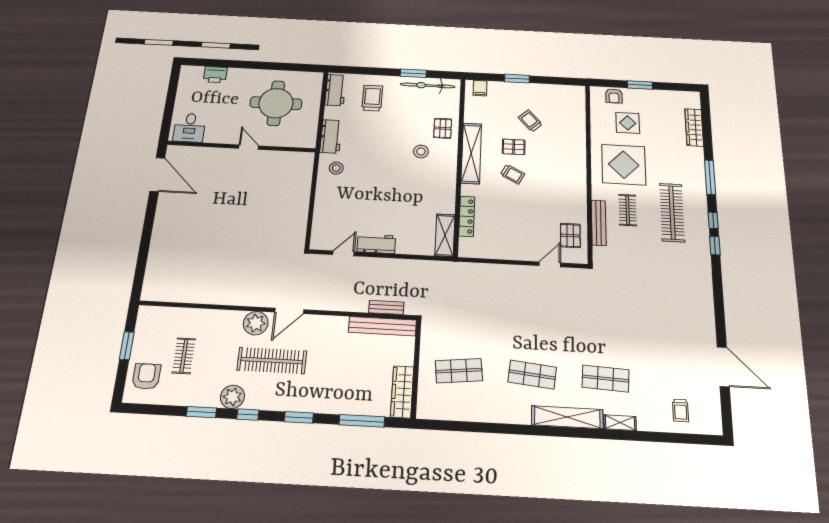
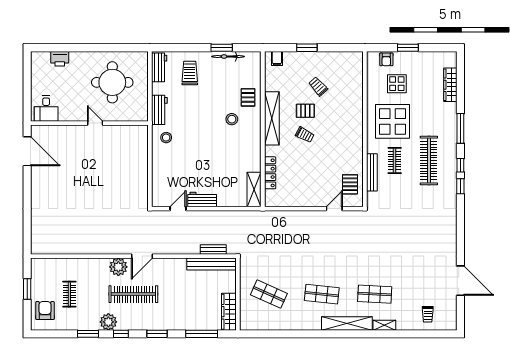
bicycle: (428, 85) -> (228, 57), width x0.73, depth x0.71
shop shelf: (459, 371) -> (269, 294), turned 30

